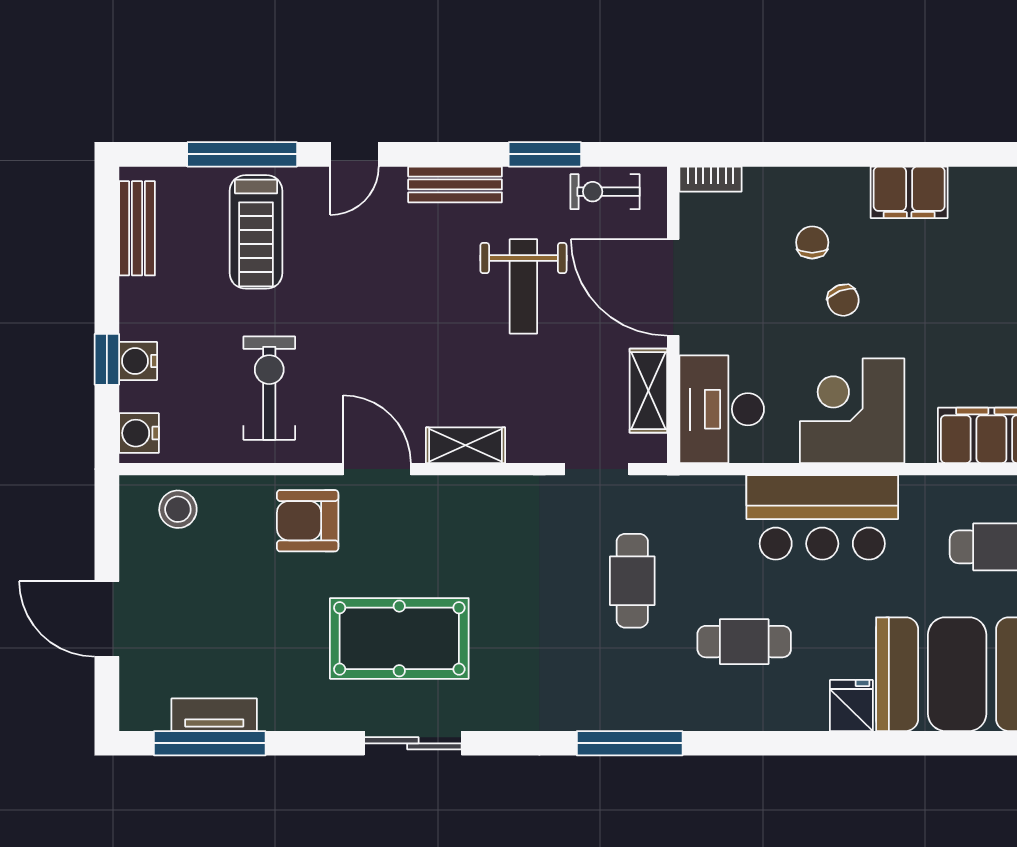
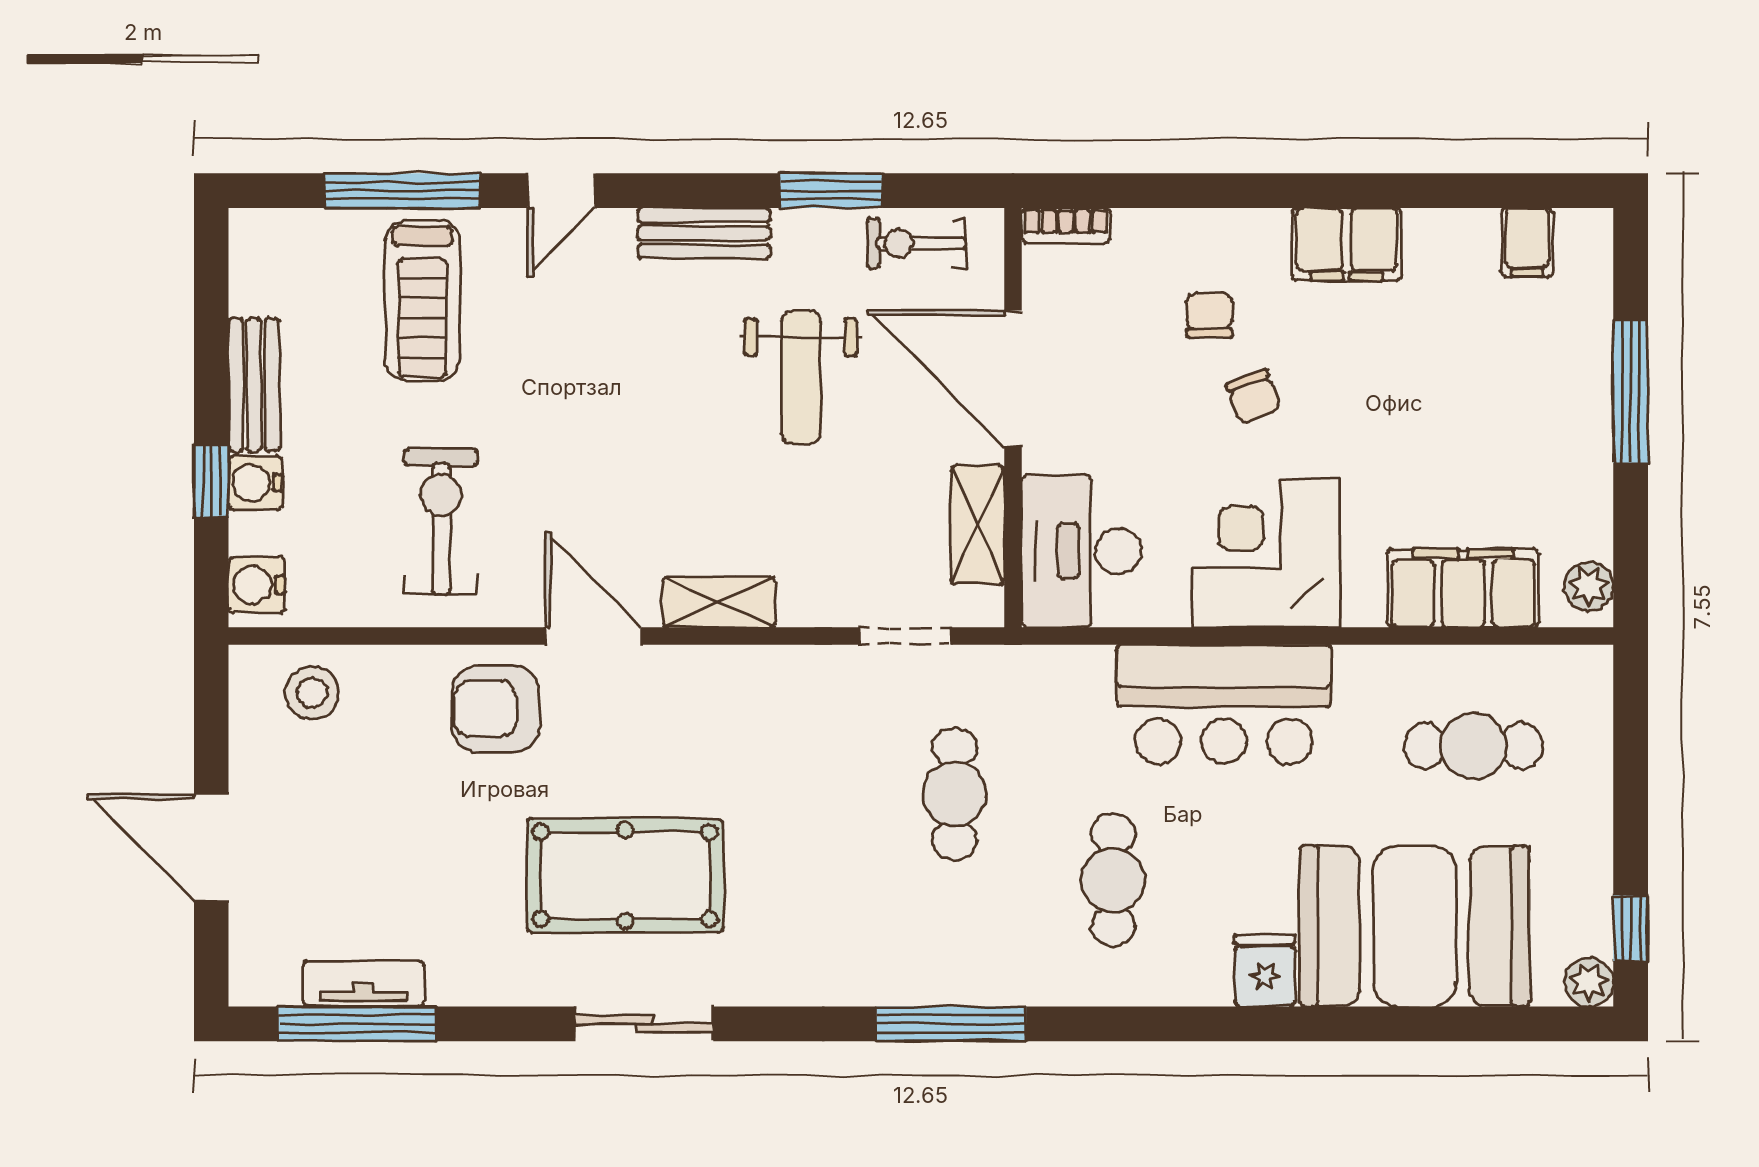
bench: (137, 228) -> (254, 385), moved
cafe table: (744, 642) -> (1113, 880), turned 90

